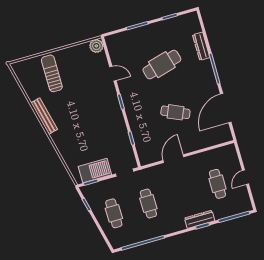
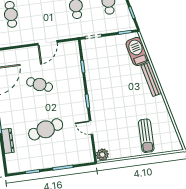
bench: (44, 116) -> (151, 79), moved
barbecue: (95, 171) -> (137, 51), moved, turned 77

